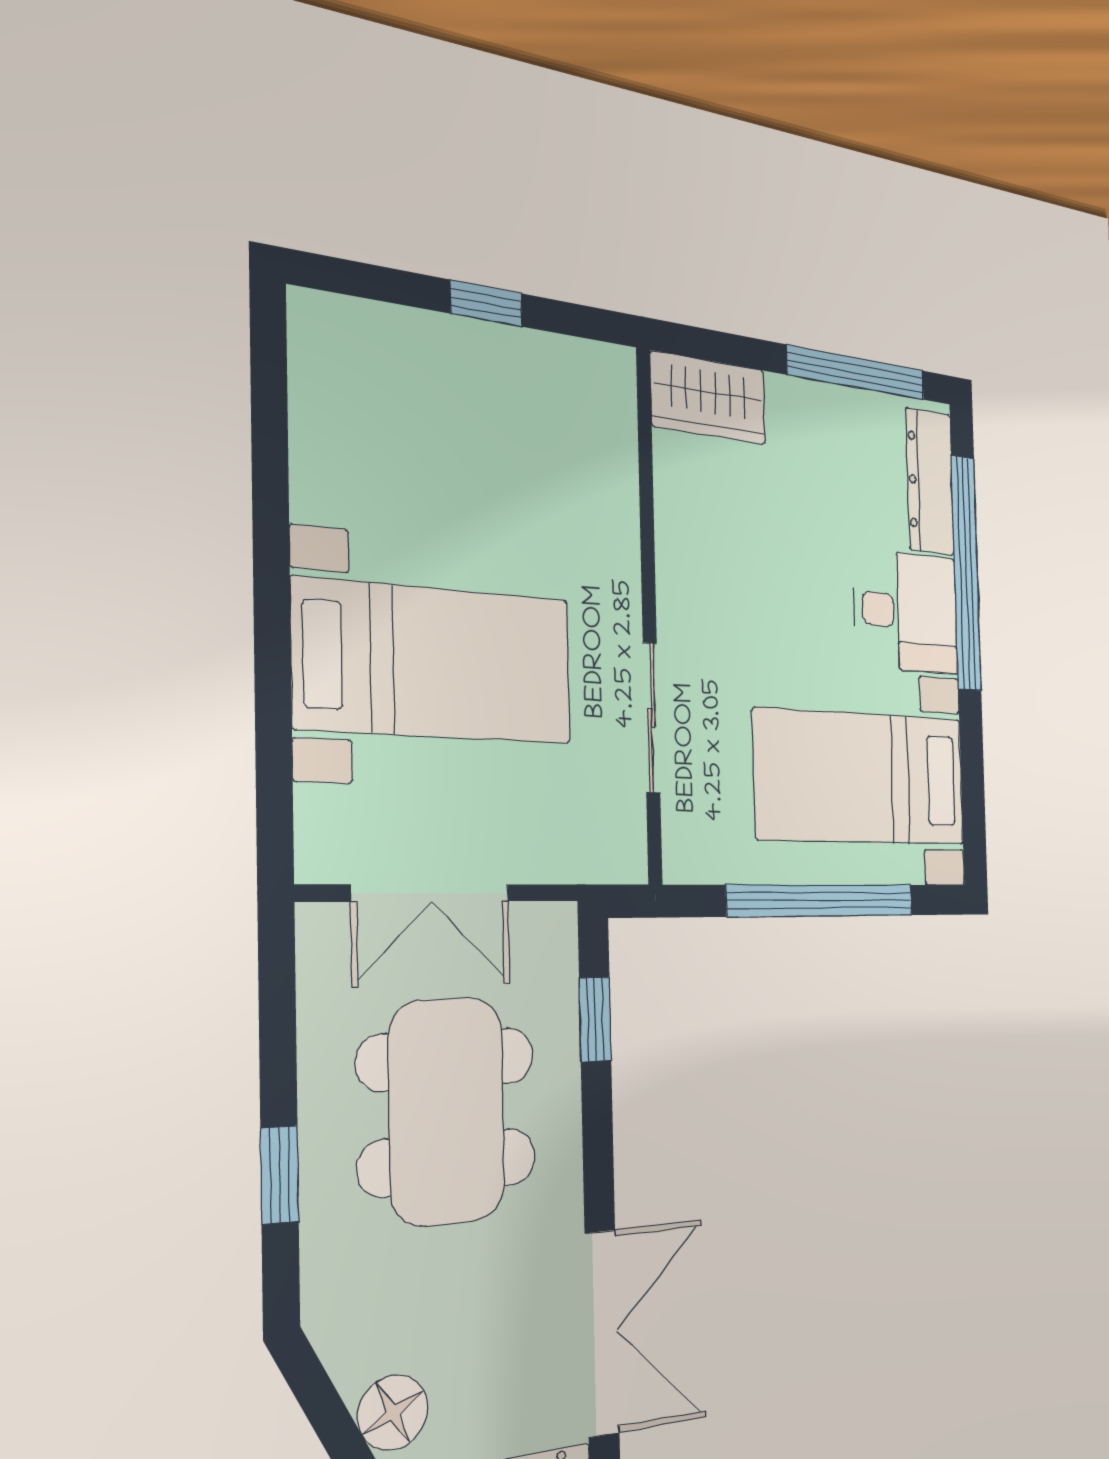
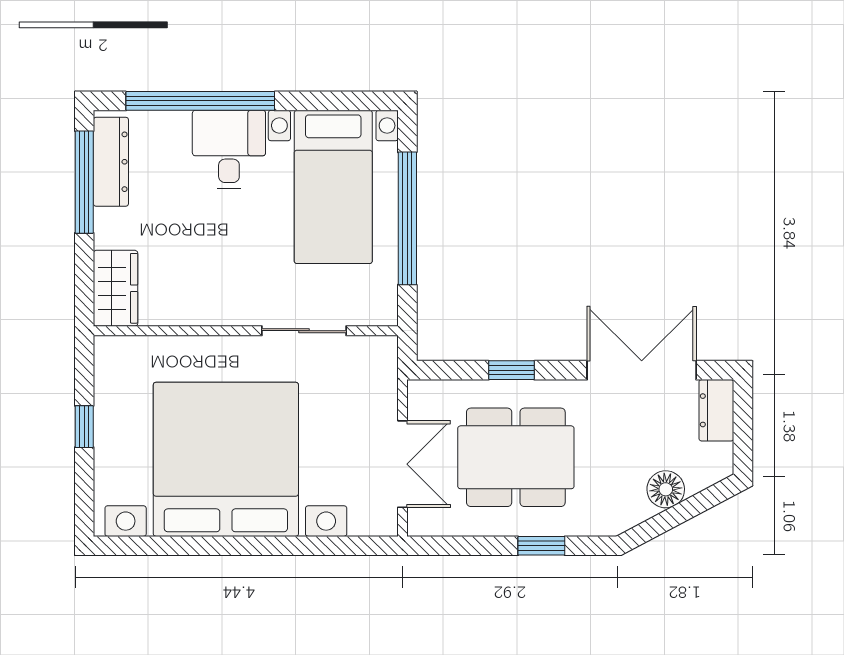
dresser: (930, 481) -> (111, 162), moved, turned -90
bed with nightstands: (436, 662) -> (226, 459), width x1.85
window: (595, 1019) -> (511, 370), moved

